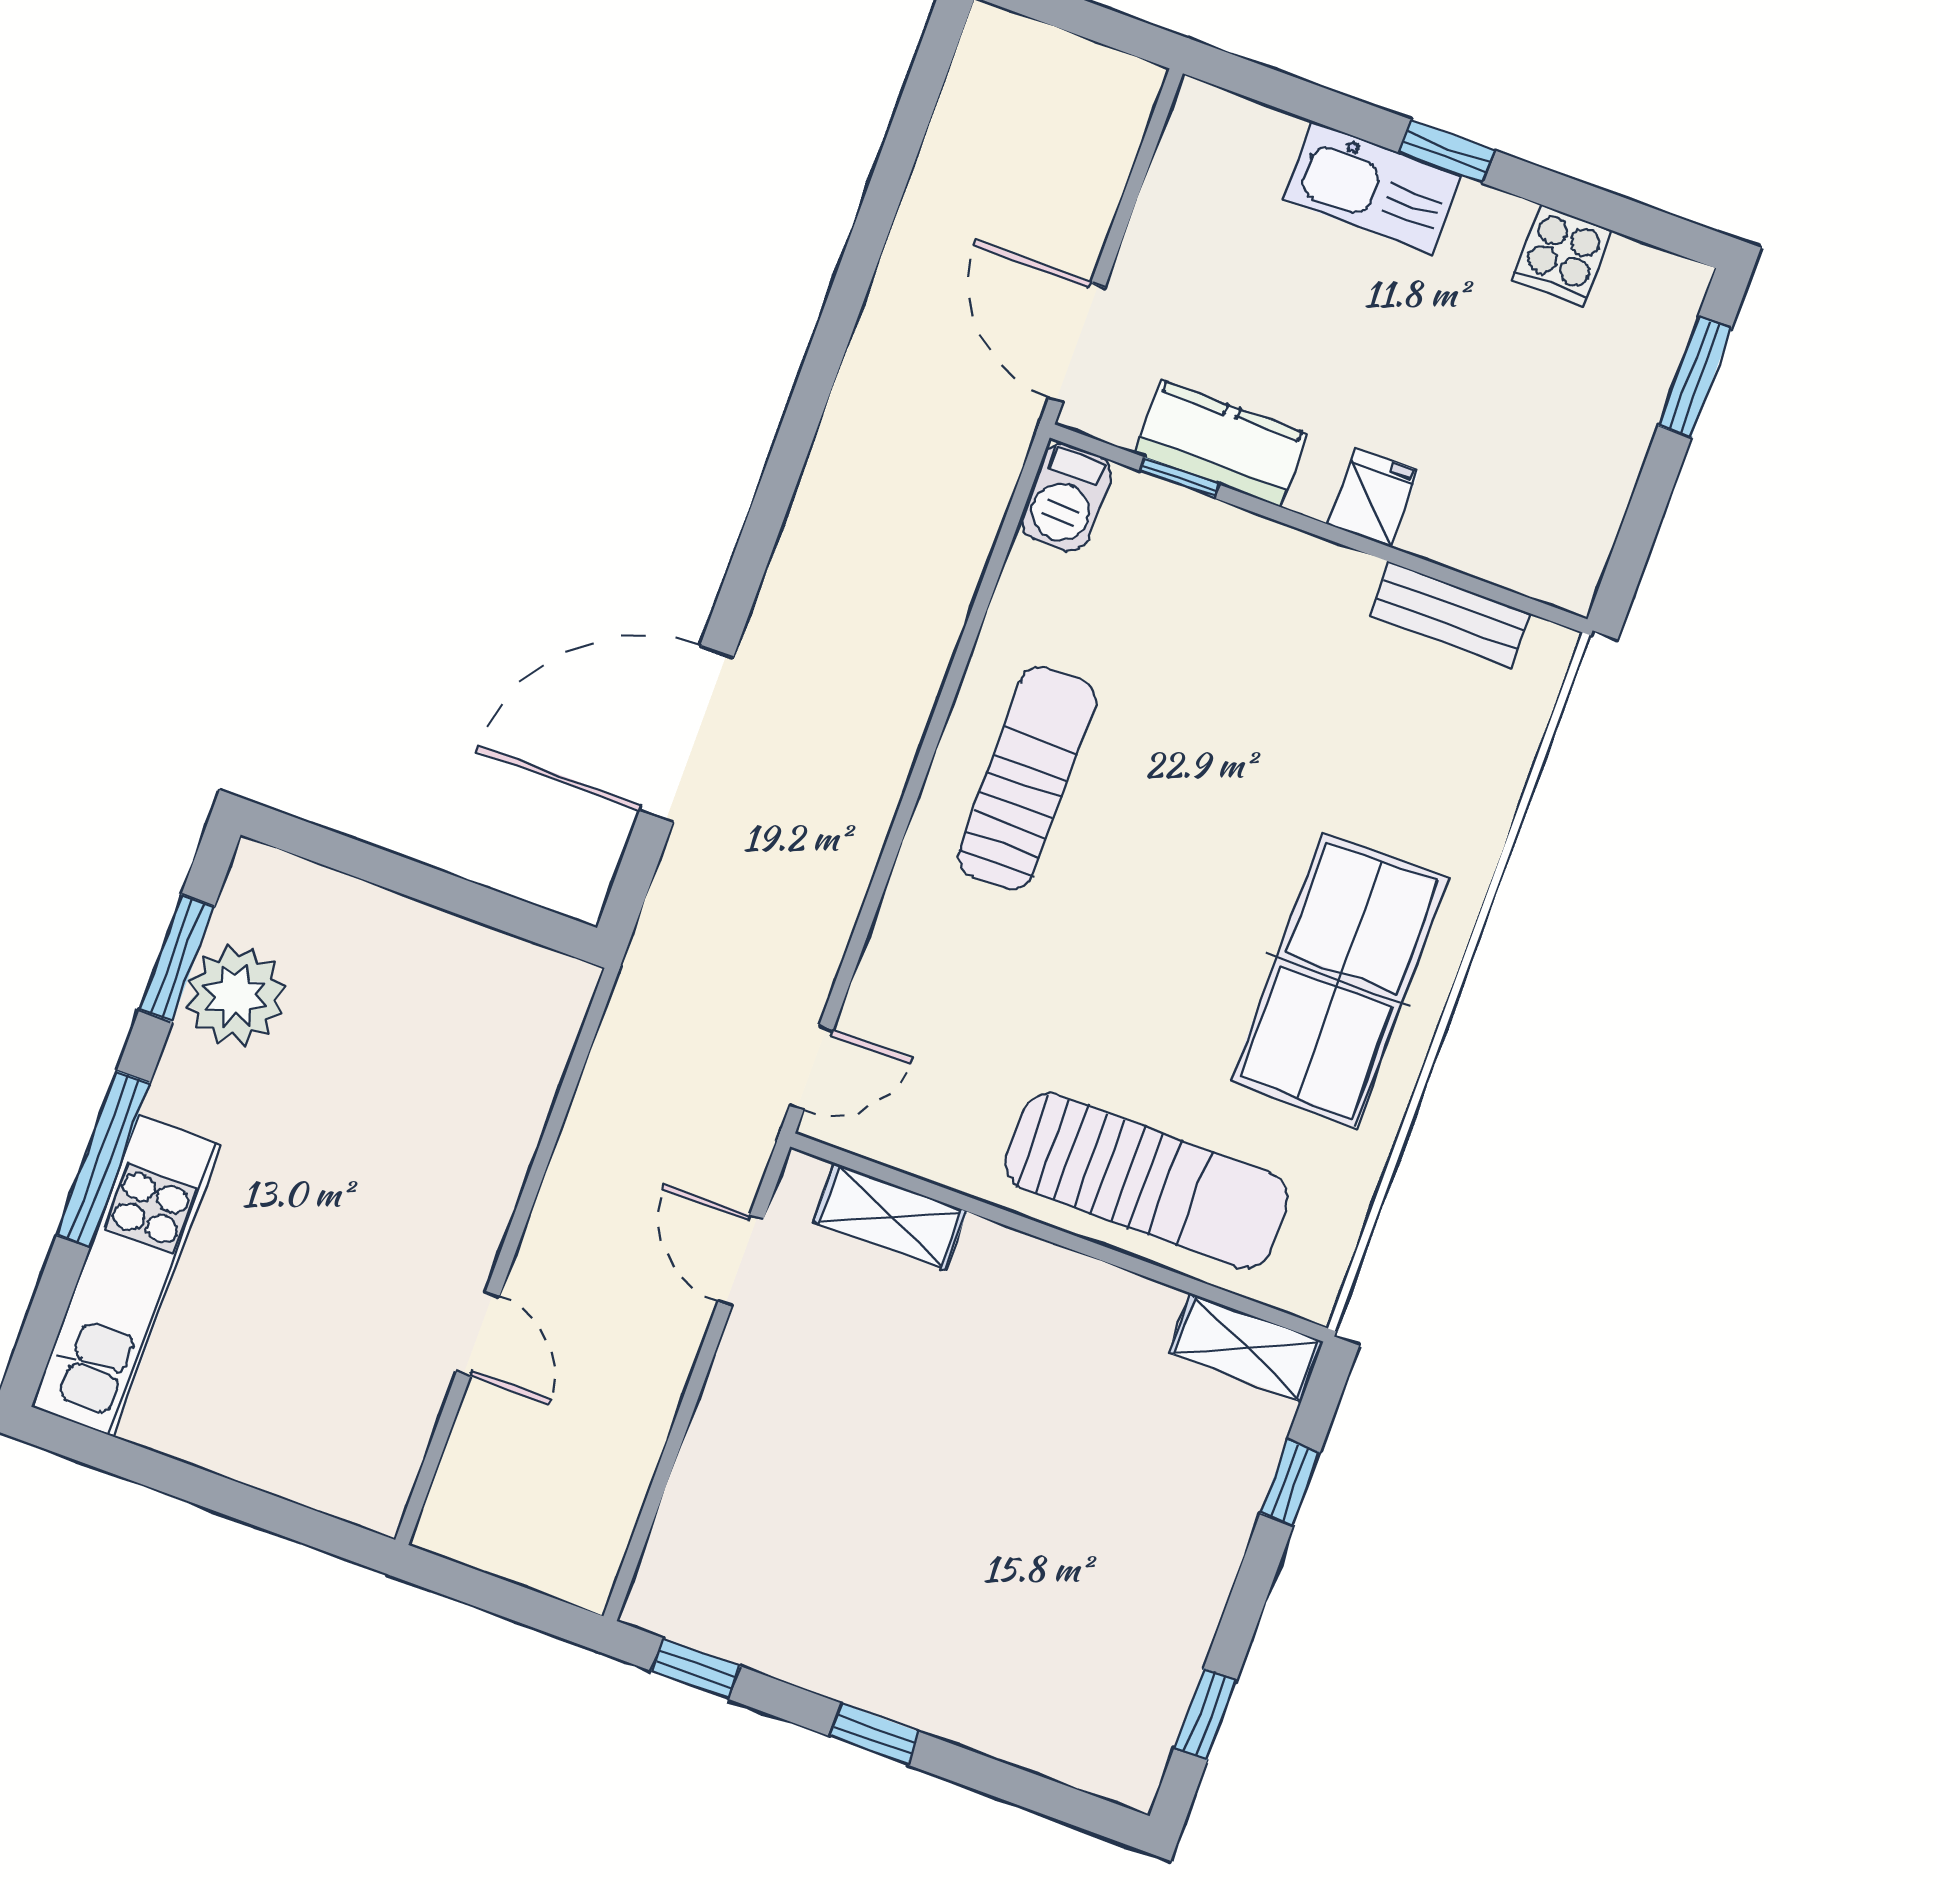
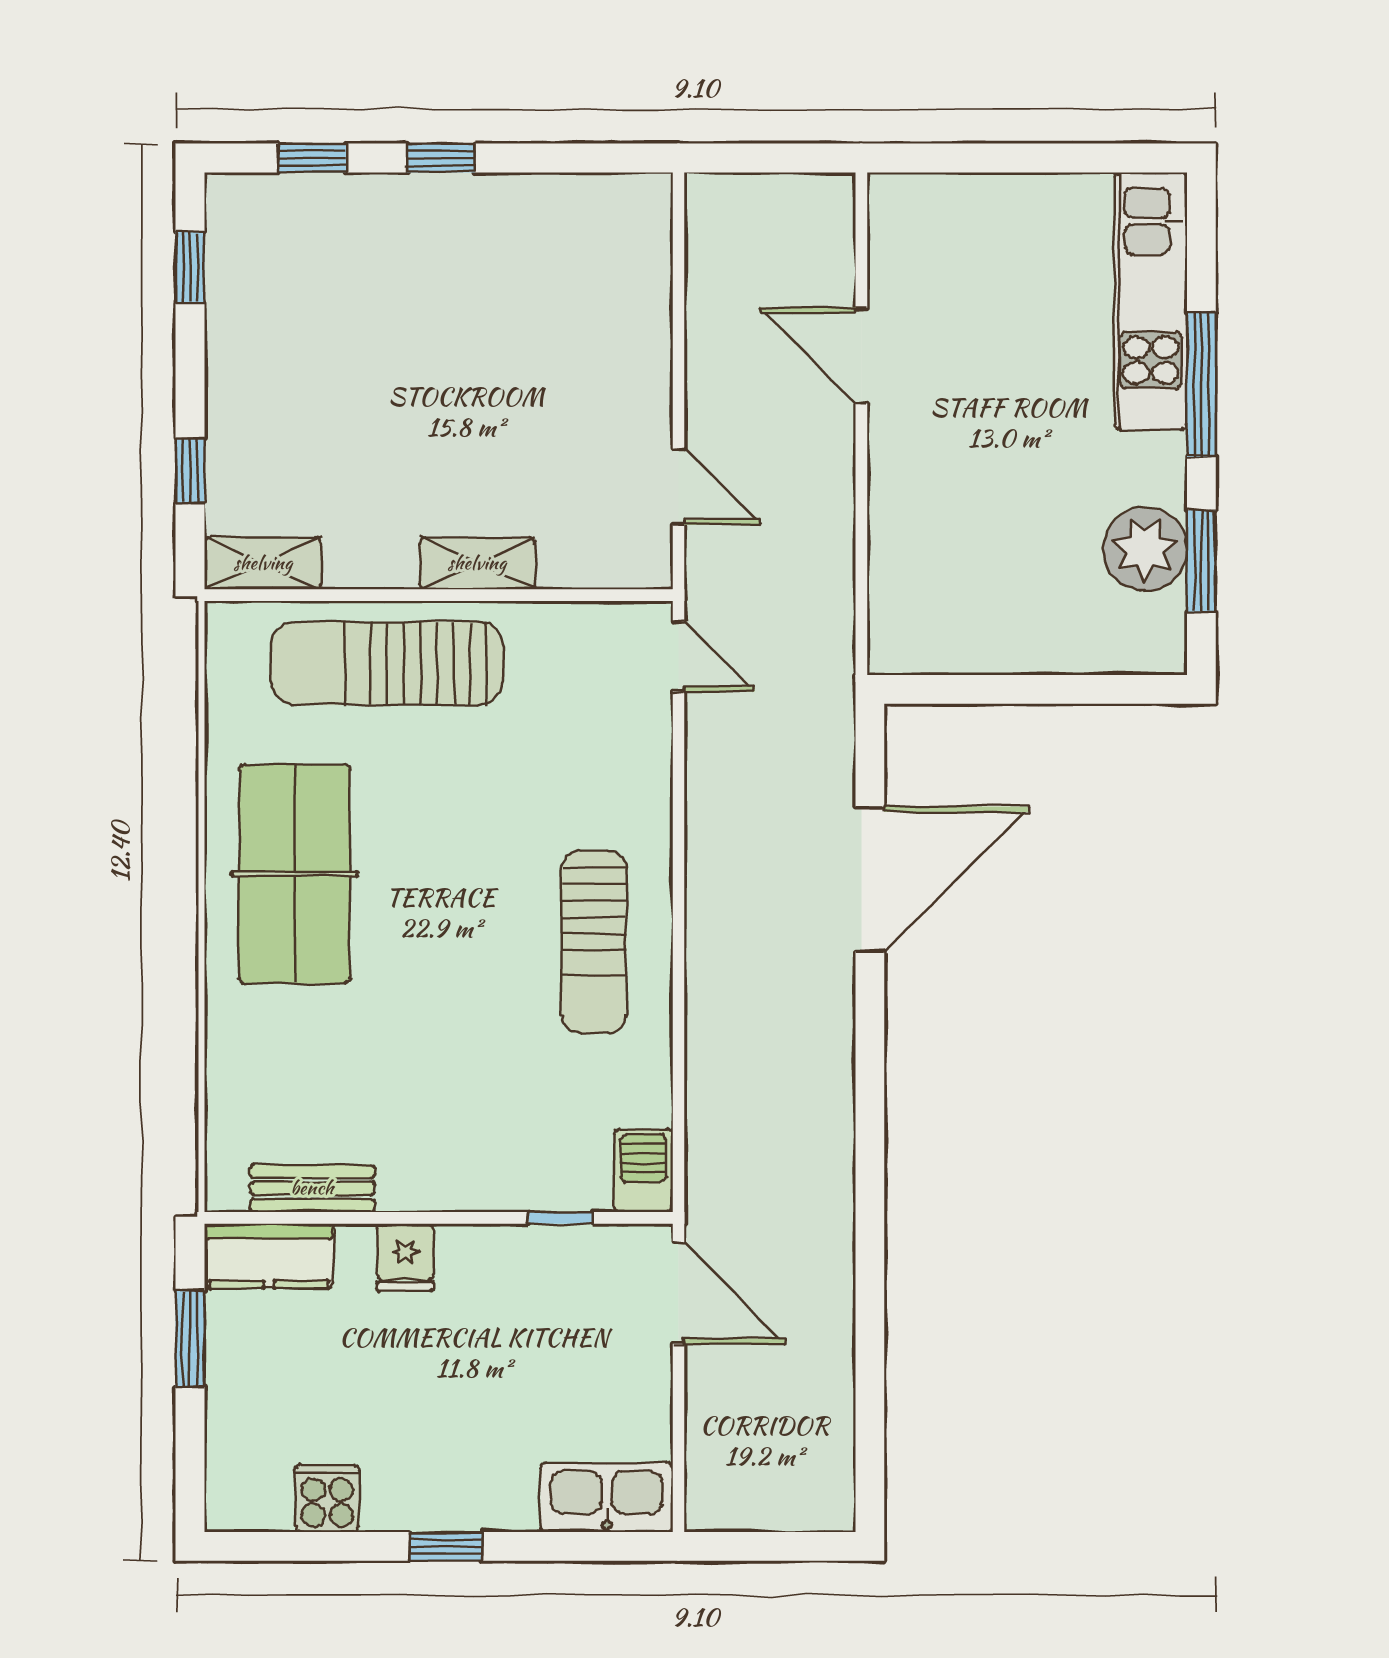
kitchen sink: (1372, 188) -> (607, 1497), moved
window: (1695, 377) -> (190, 1339), moved
kitchen counter: (1220, 443) -> (269, 1256), moved
door: (812, 1068) -> (679, 656), swing flipped
shelving: (891, 1217) -> (477, 563), moved
door: (478, 1334) -> (861, 356), width x1.38
window: (696, 1668) -> (312, 158), moved

